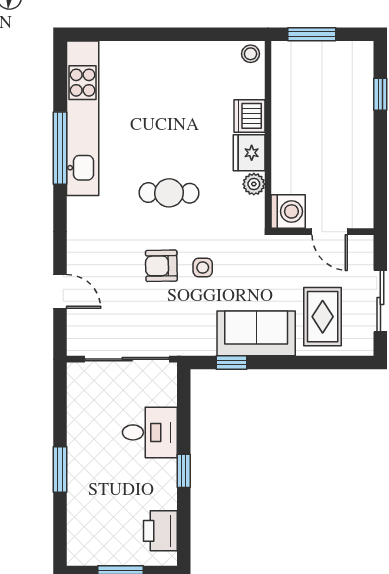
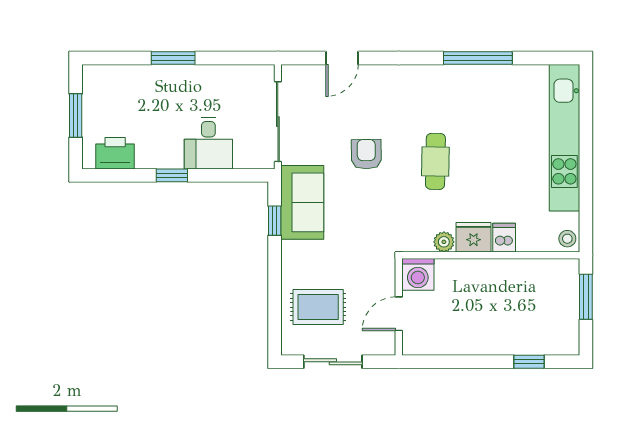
dishwasher: (249, 116) -> (504, 238), width x0.73
kitchen unit: (83, 118) -> (564, 138), moved, turned 90
side table: (203, 268) -> (365, 193), removed
sofa: (256, 333) -> (302, 202), moved

